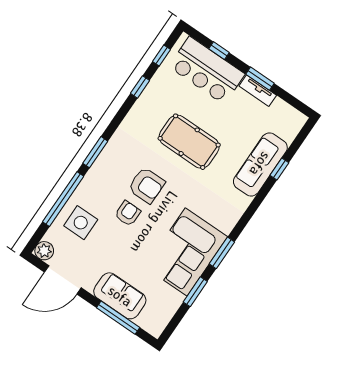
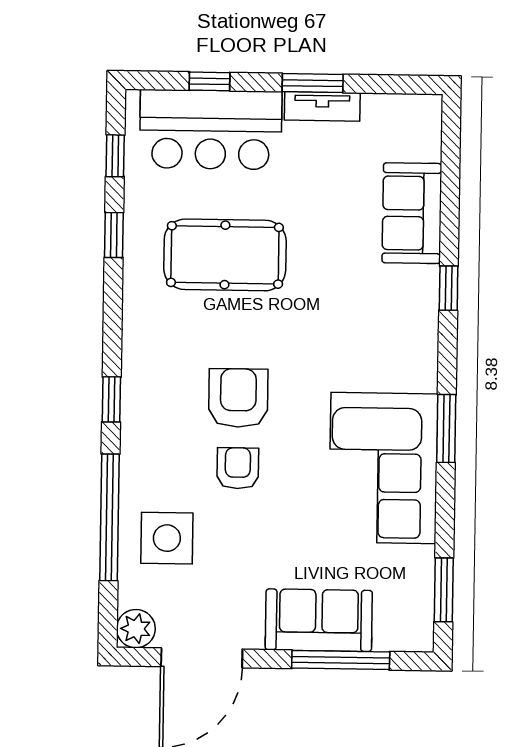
pool table: (189, 142) -> (225, 255), moved
window: (95, 152) -> (111, 399), width x0.67
sofa: (260, 164) -> (412, 213), width x0.73
window: (279, 169) -> (449, 288), moved
armchair: (147, 185) -> (238, 398), turned -90
window: (195, 292) -> (444, 590), moved

